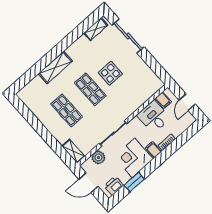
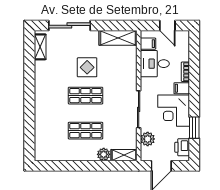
shelving: (55, 67) -> (118, 38), moved, turned 90
plant: (61, 137) -> (104, 154), added

